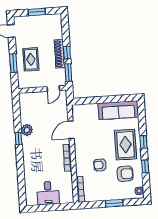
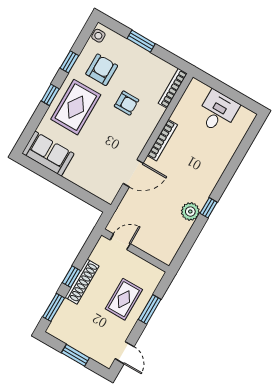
window: (68, 73) -> (54, 307), moved
sofa: (118, 110) -> (48, 154), width x0.73
armchair: (125, 174) -> (102, 70), turned 90

